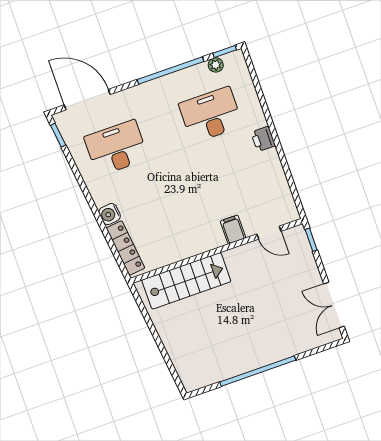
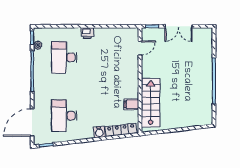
filing cabinet: (233, 230) -> (131, 104), moved
double door: (334, 305) -> (178, 26), moved

